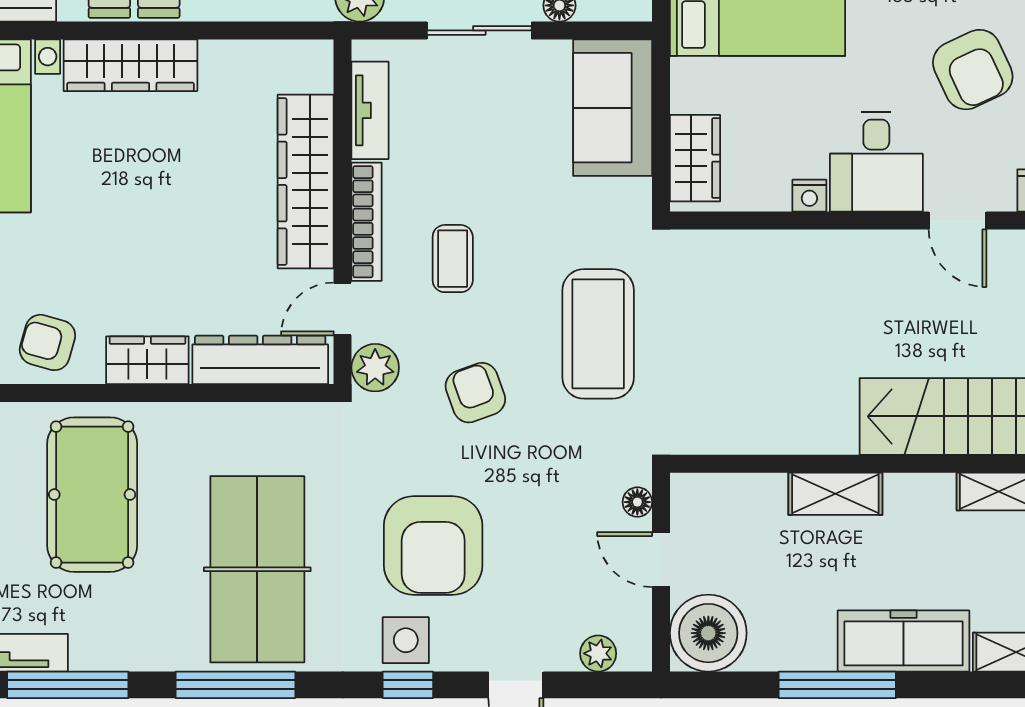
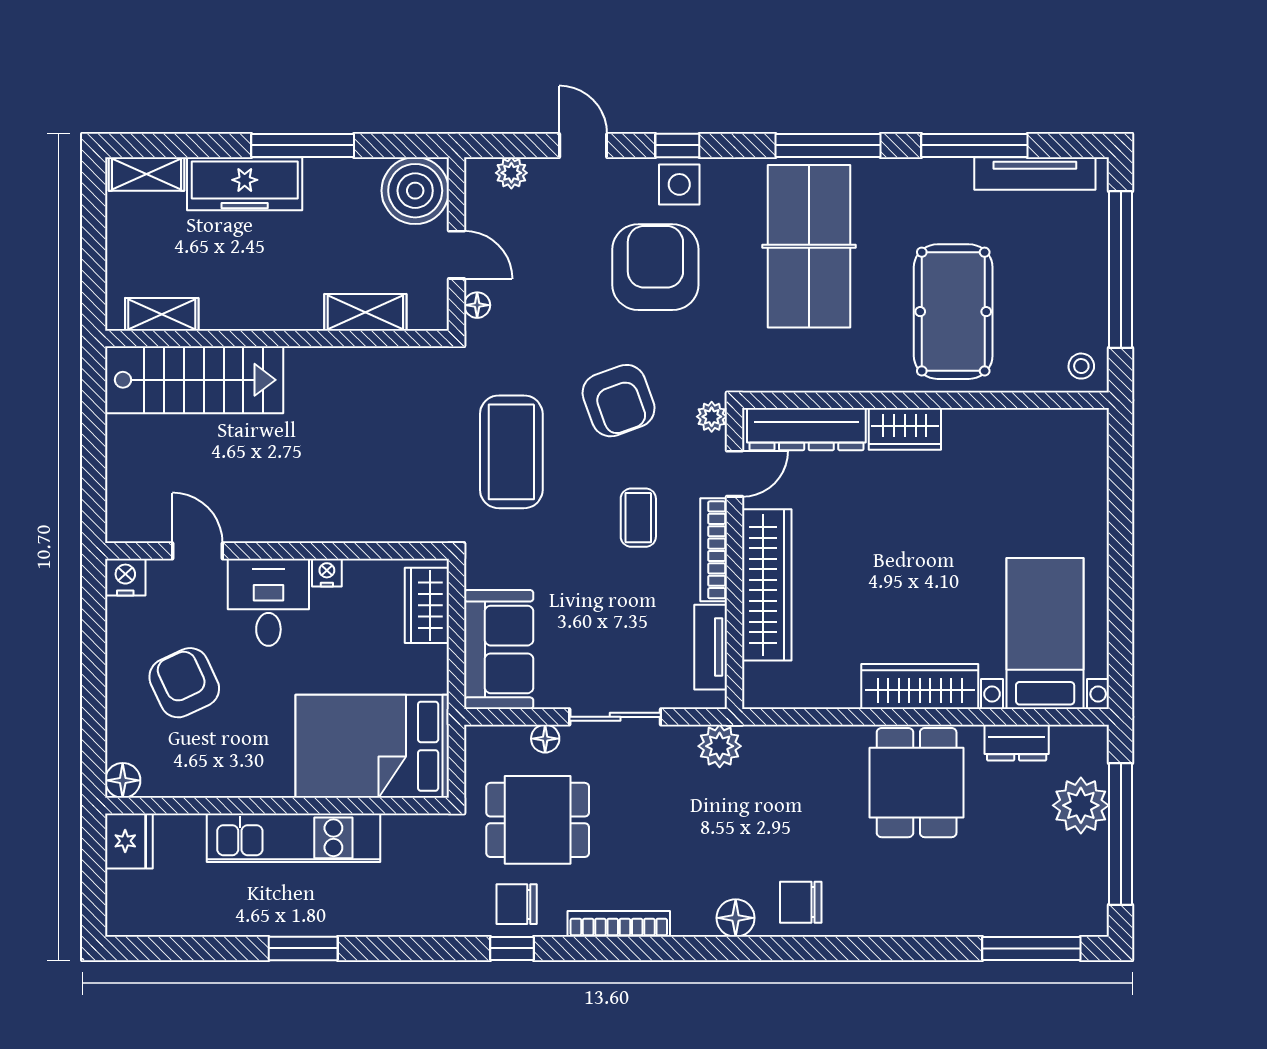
armchair: (47, 342) -> (992, 444), removed
plant: (375, 368) -> (712, 417), width x0.73, depth x0.73
armchair: (475, 393) -> (619, 401), width x1.38, depth x1.38
shelving: (835, 494) -> (365, 312), moved

